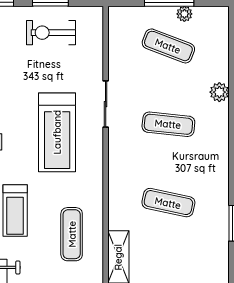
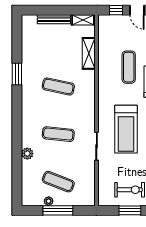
treadmill: (57, 132) -> (126, 129), turned 180
exercise mat: (72, 234) -> (129, 67), moved

